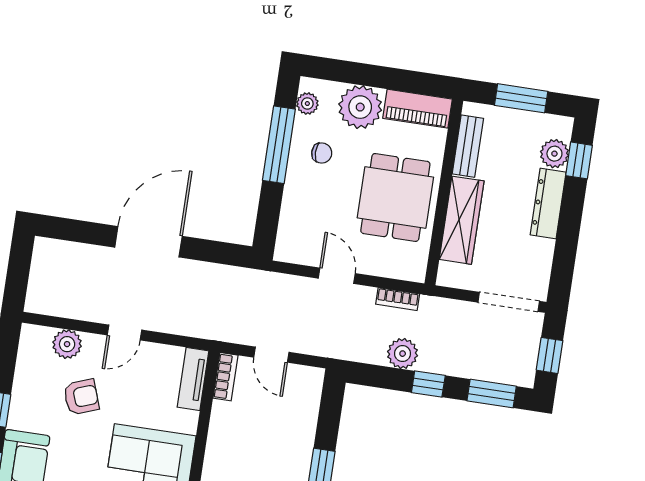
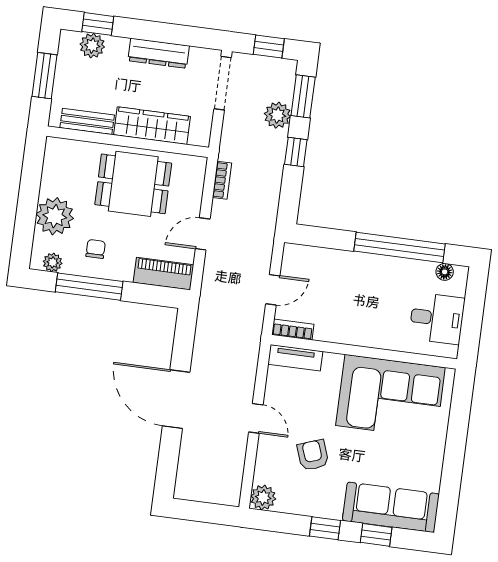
piano: (418, 109) -> (164, 274), moved, turned -90
dresser: (548, 203) -> (159, 53), moved
plant: (67, 344) -> (263, 497), moved
plant: (403, 354) -> (277, 115), moved

